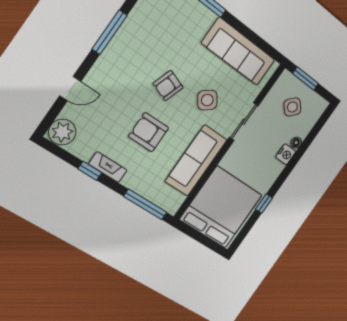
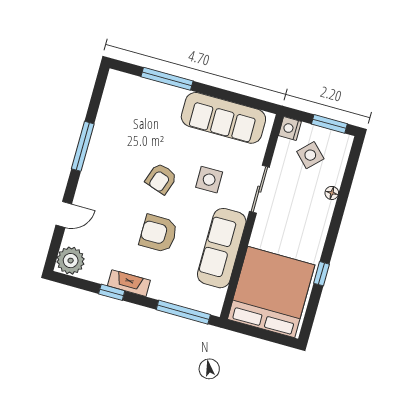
window: (306, 79) -> (329, 124), moved
side table: (207, 100) -> (209, 180), turned 37
nightstand: (286, 154) -> (290, 128), moved, turned 180

